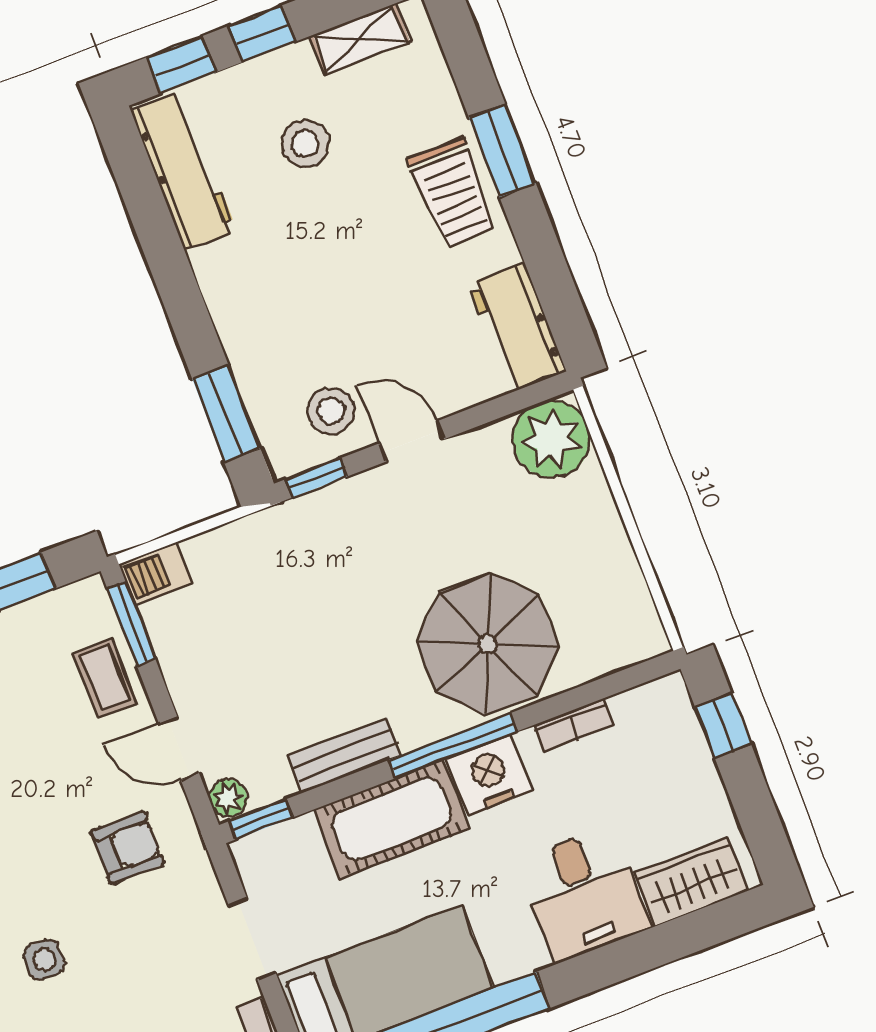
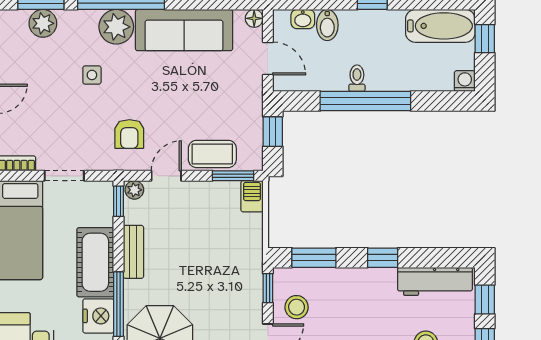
window: (177, 285) -> (383, 258), added
coffee table: (105, 678) -> (212, 154), width x1.36, depth x1.30

